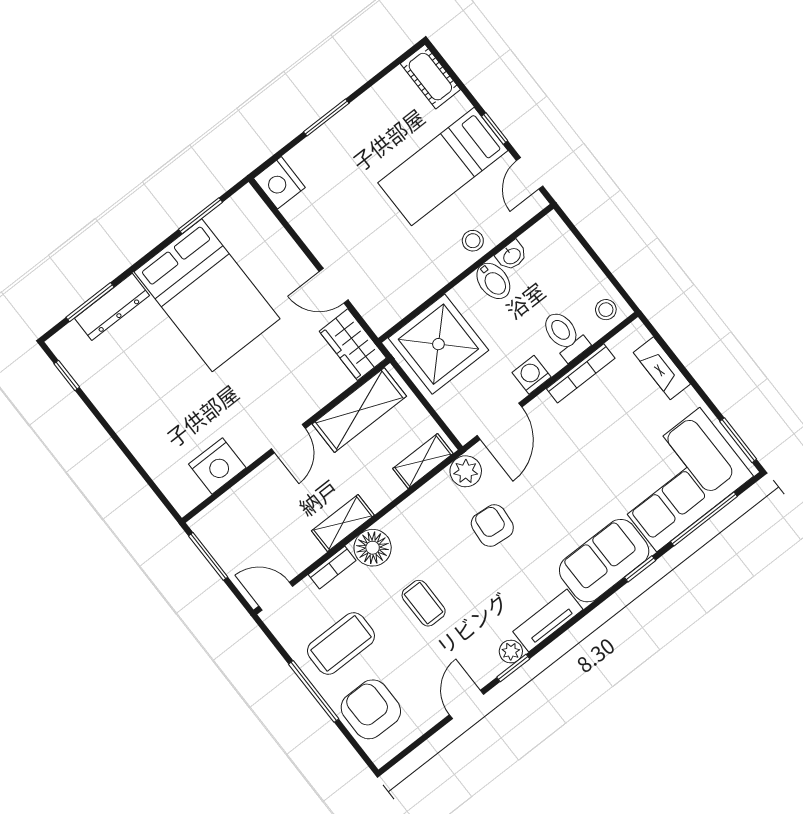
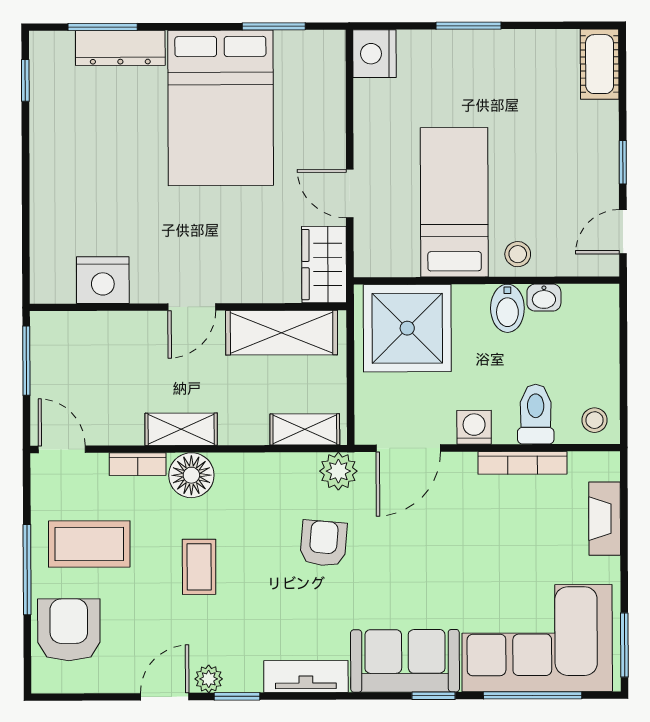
bed: (443, 167) -> (454, 202), moved, turned 90
plant: (511, 652) -> (209, 679), moved

